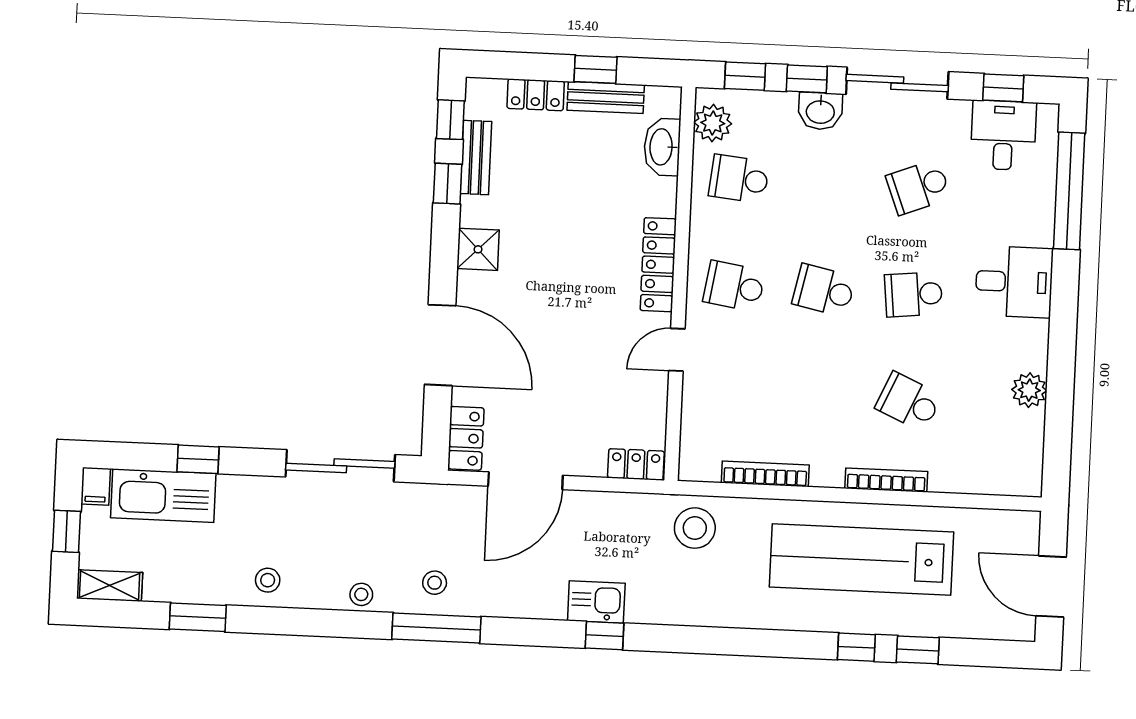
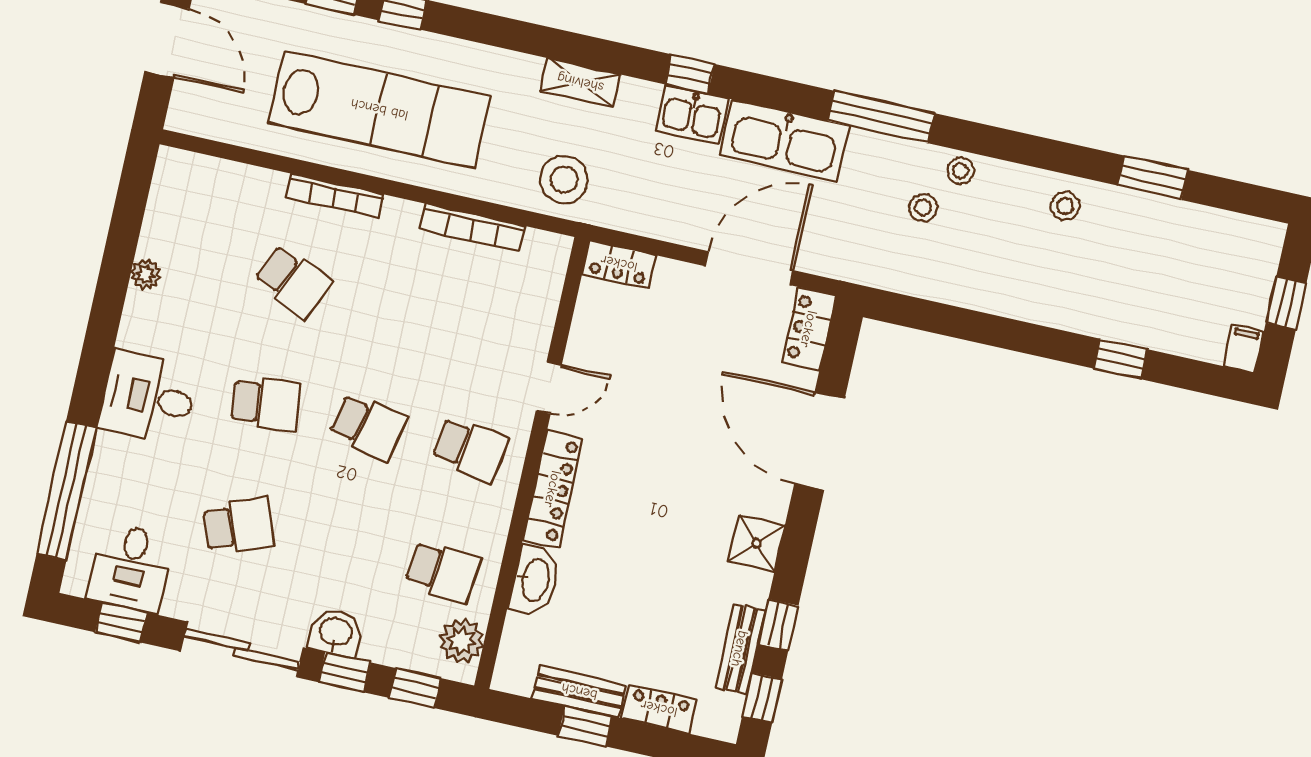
washbasin: (662, 147) -> (534, 580), moved
plant: (1029, 390) -> (146, 274), width x0.73, depth x0.73
sliding door: (340, 466) -> (959, 323), removed
kitchen sink: (163, 496) -> (784, 141), moved, turned 180
stool: (435, 583) -> (923, 208), moved
shelving: (110, 585) -> (580, 83), moved

